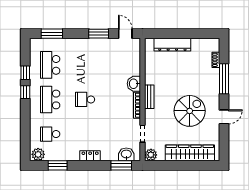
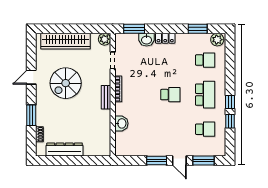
door: (125, 34) -> (179, 161), moved
dresser: (172, 45) -> (65, 149), moved
school desk: (50, 65) -> (205, 129), width x0.54
window: (224, 79) -> (31, 115), width x0.69
washbasin: (134, 84) -> (121, 123), moved
washbasin: (126, 154) -> (147, 40), moved

